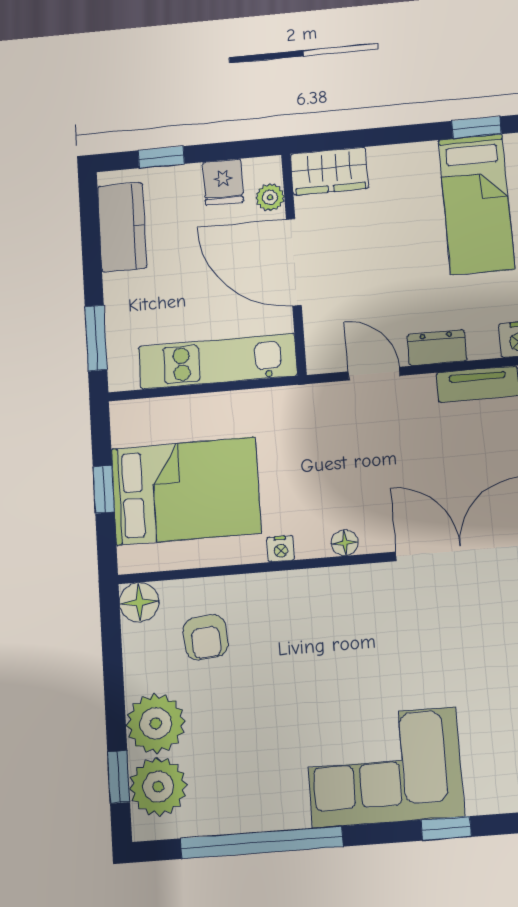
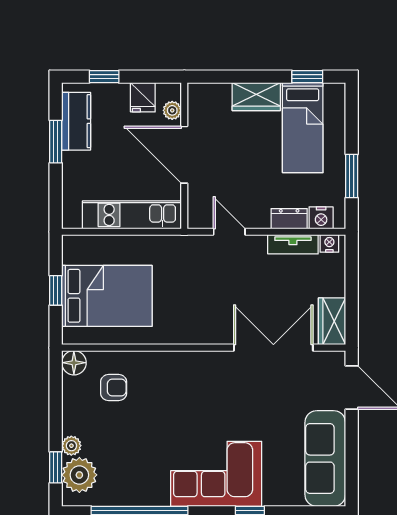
wardrobe: (329, 171) -> (256, 97), moved
window: (96, 338) -> (56, 142), moved
dresser: (437, 348) -> (289, 219), moved
floor lamp: (345, 543) -> (203, 337), removed
nightstand: (281, 549) -> (163, 337), removed
armchair: (206, 637) -> (114, 388), turned -85
plant: (156, 723) -> (71, 446), width x0.53, depth x0.53

